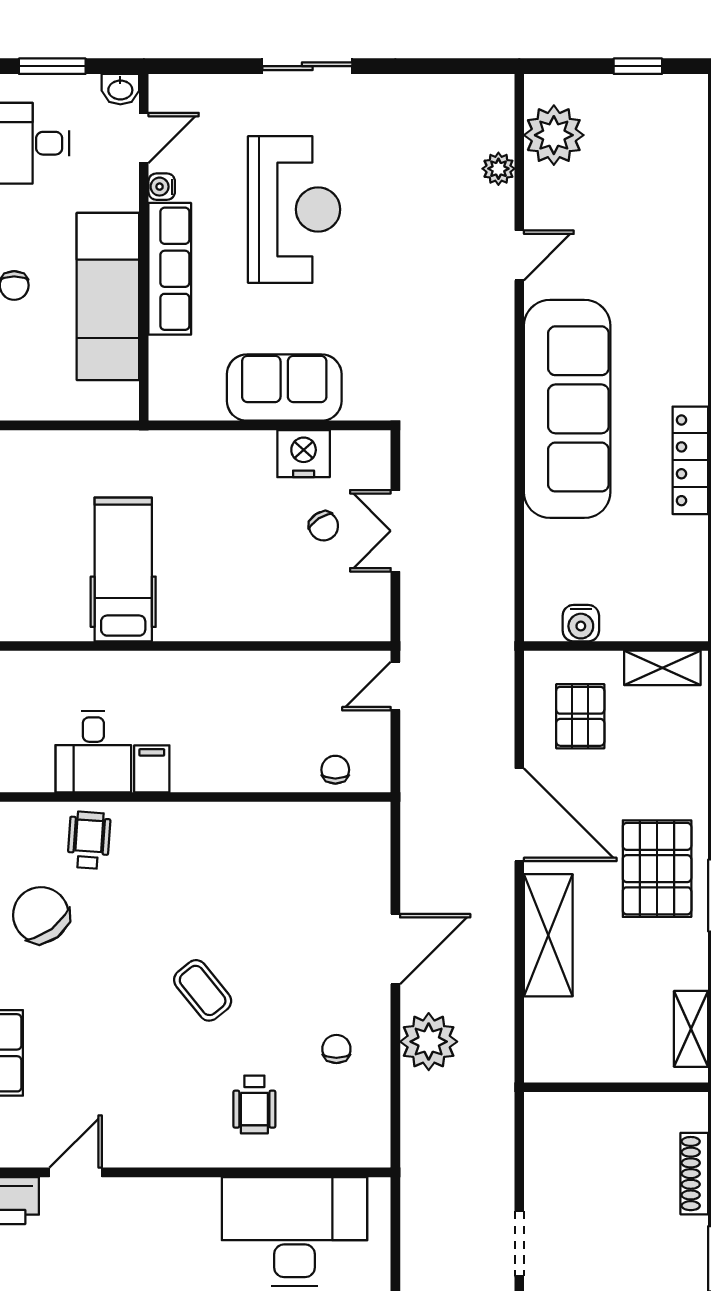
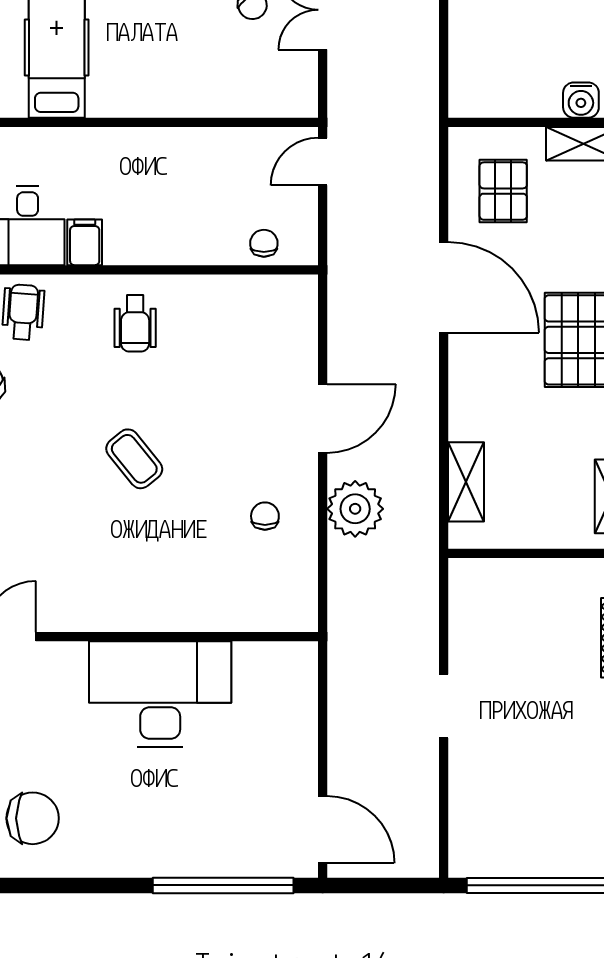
water cooler: (581, 623) -> (581, 100), moved
shelving: (548, 935) -> (466, 482), moved, width x0.67, depth x0.75
wheelchair: (254, 1104) -> (135, 323), moved
desk: (295, 1231) -> (160, 694), moved

